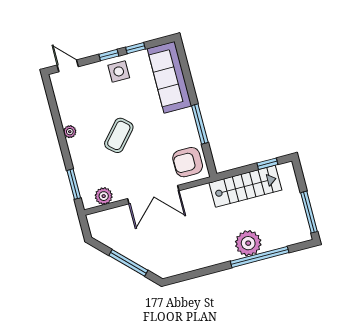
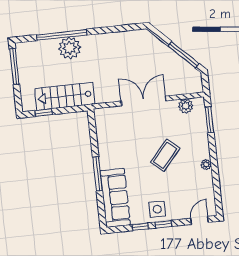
door: (68, 66) -> (199, 220), swing flipped
window: (200, 124) -> (98, 174), moved
armchair: (188, 162) -> (111, 124), removed
window: (128, 263) -> (183, 55), moved

